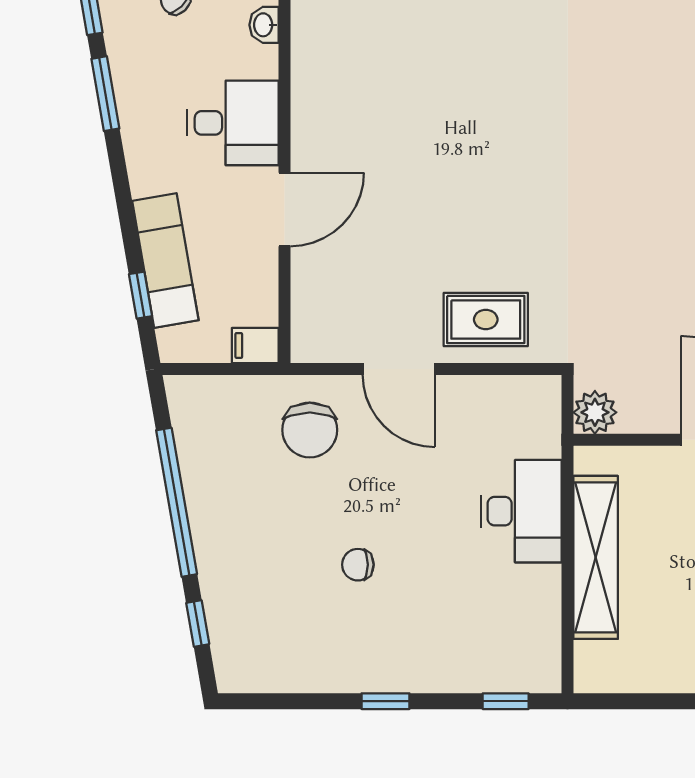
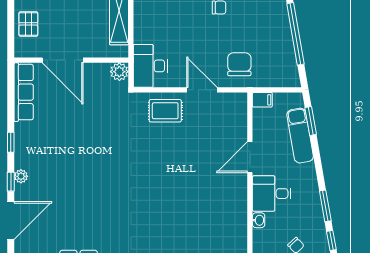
washbasin: (264, 25) -> (259, 220), moved
window: (141, 295) -> (311, 121), width x1.50
desk: (521, 511) -> (150, 66), moved

